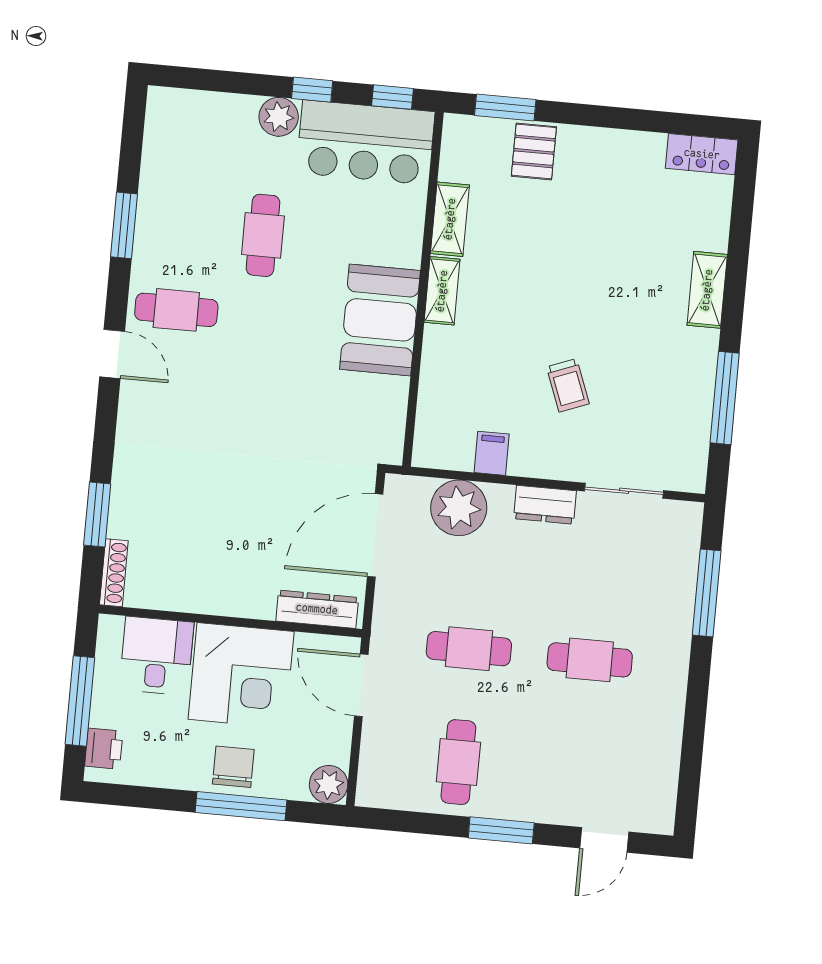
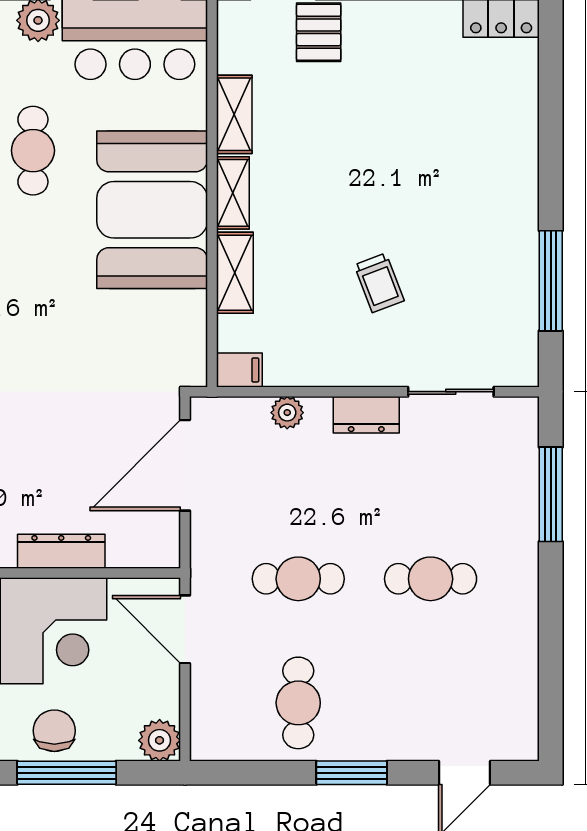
shelving: (707, 290) -> (235, 273), moved
booth: (380, 320) -> (152, 210), width x1.36, depth x1.42
filing cabinet: (492, 453) -> (239, 370), moved, turned 90
plant: (459, 508) -> (287, 413), width x0.53, depth x0.53
dresser: (317, 609) -> (61, 551), moved

